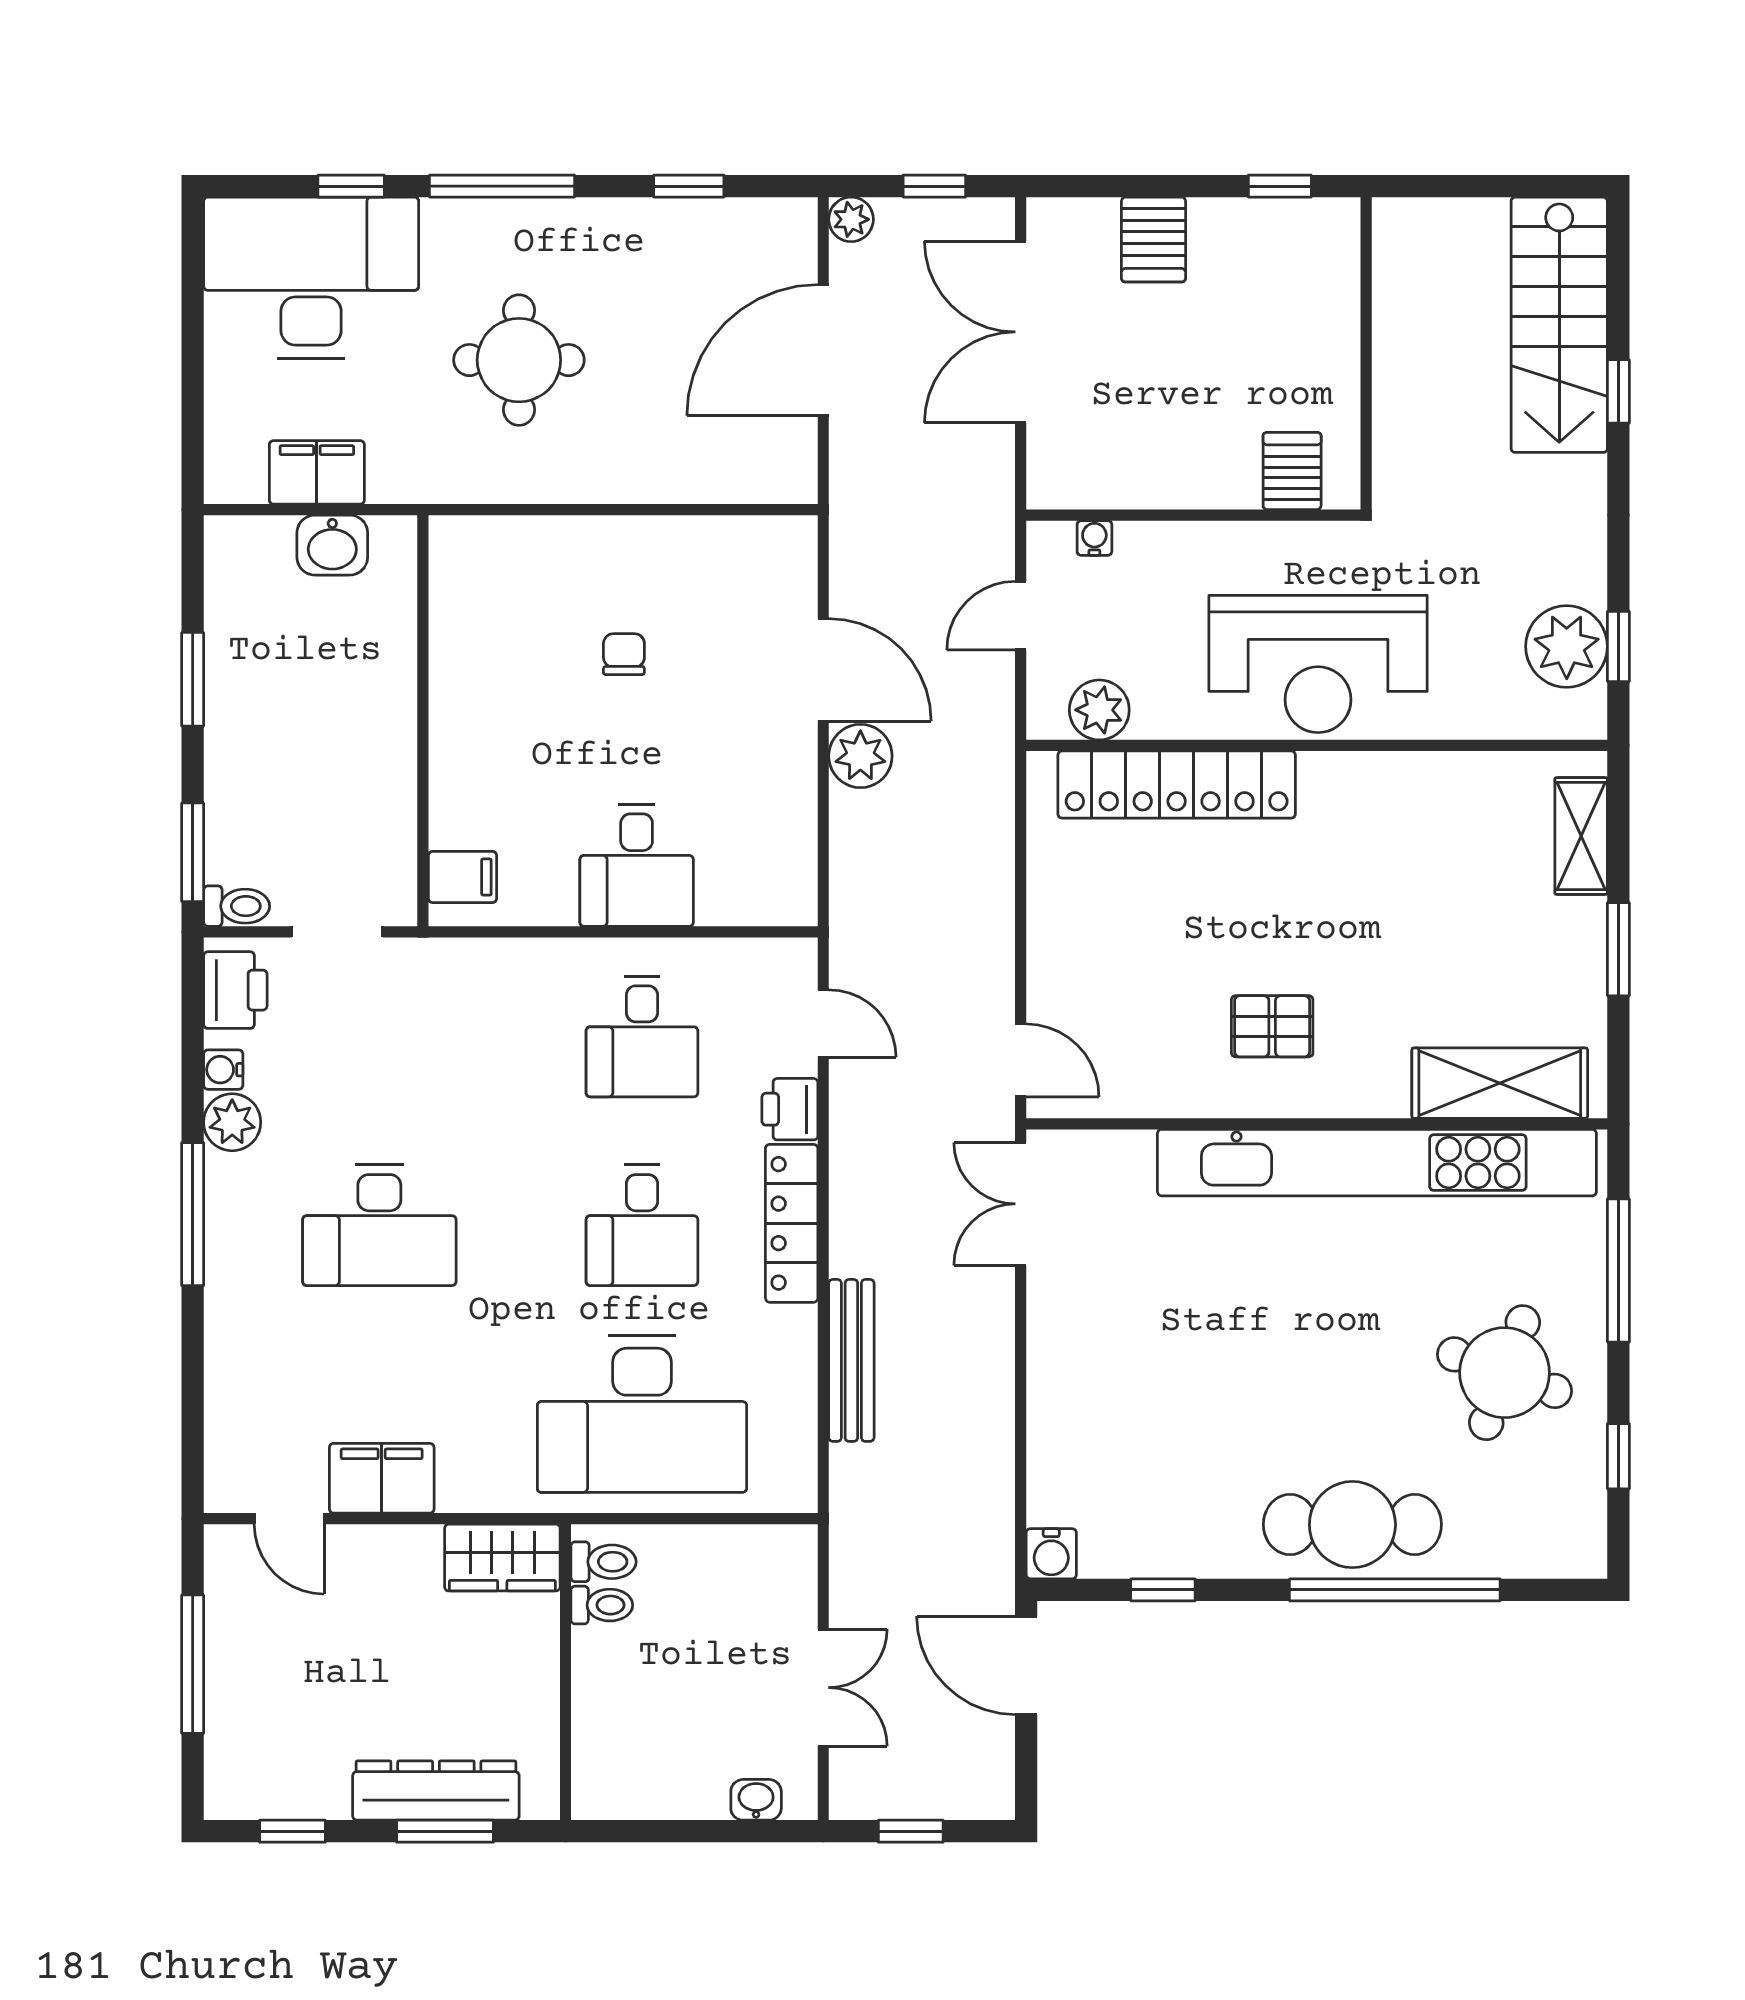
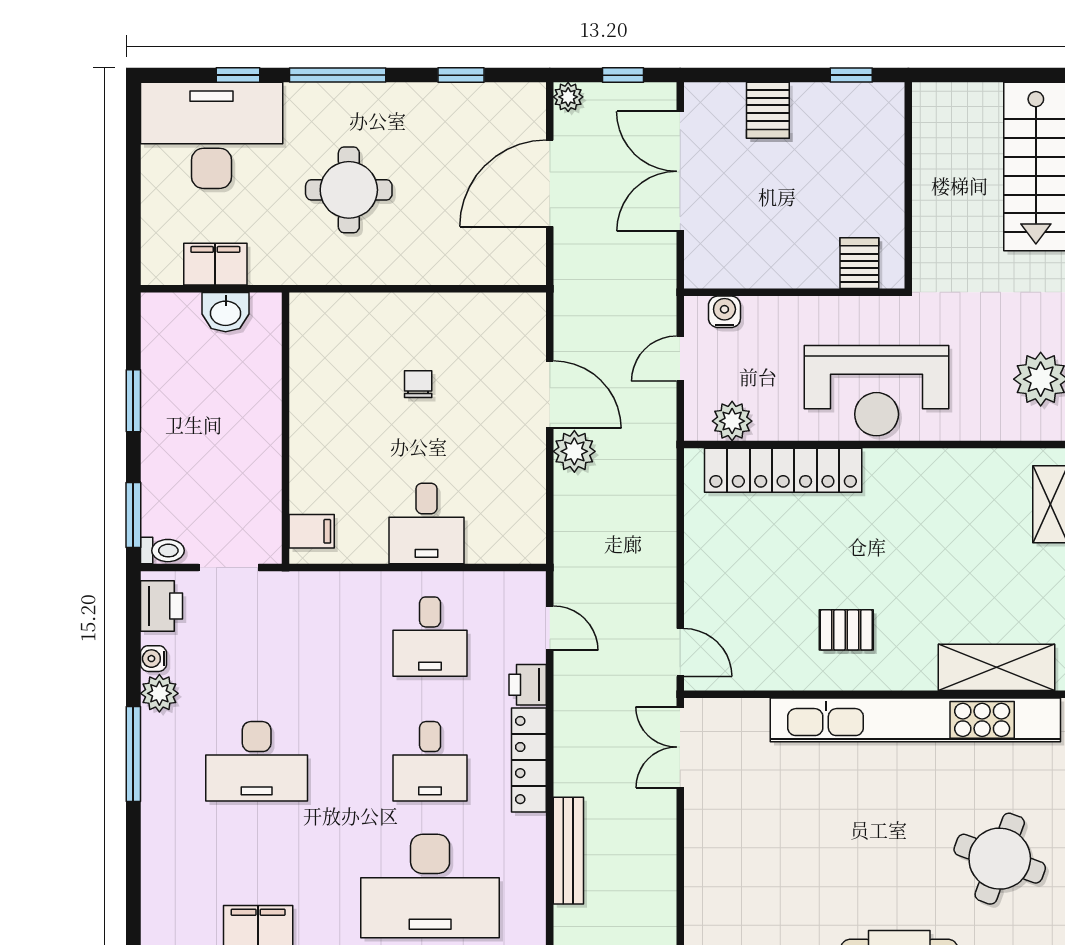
water cooler: (1094, 538) -> (724, 312), width x1.38, depth x1.38

